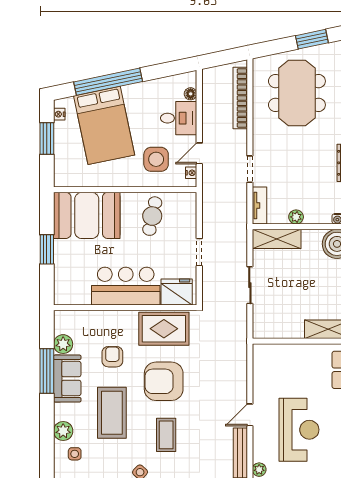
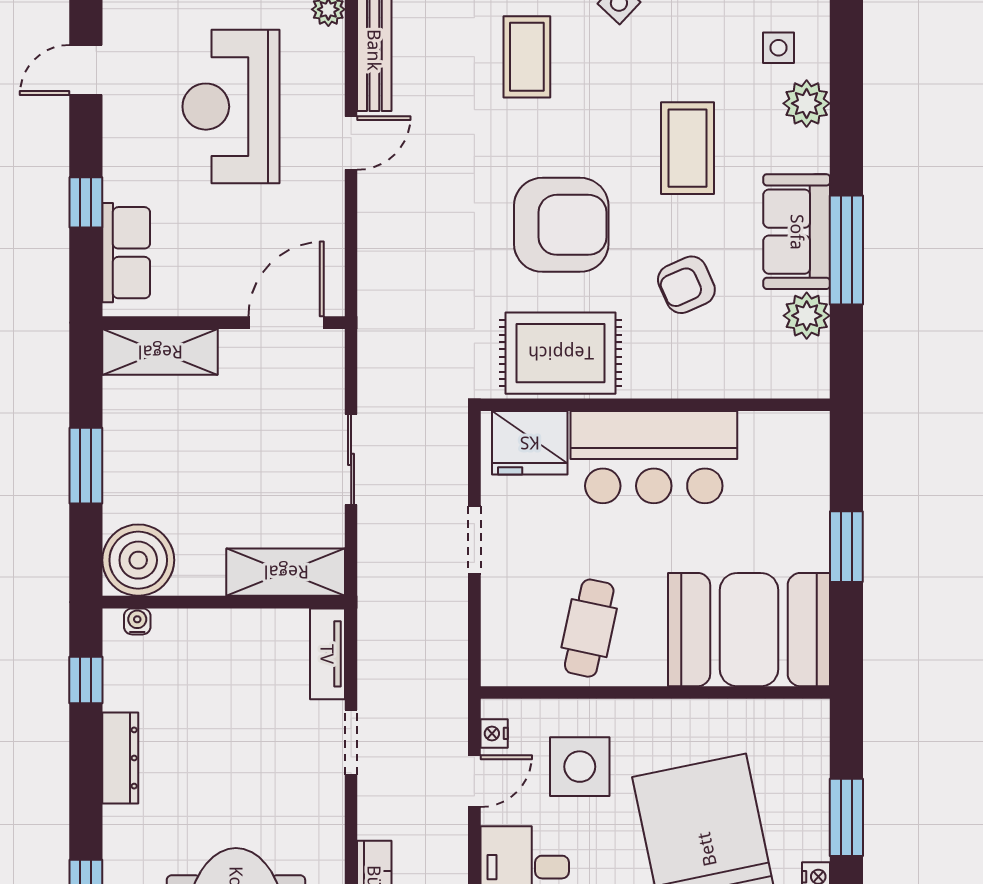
plant: (296, 217) -> (238, 626), removed
door: (276, 341) -> (286, 323), added
armchair: (112, 357) -> (686, 285), turned 66
coffee table: (112, 413) -> (688, 148), width x0.73, depth x0.76
coffee table: (166, 435) -> (527, 57), moved

